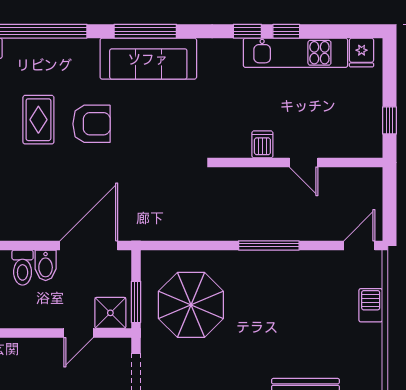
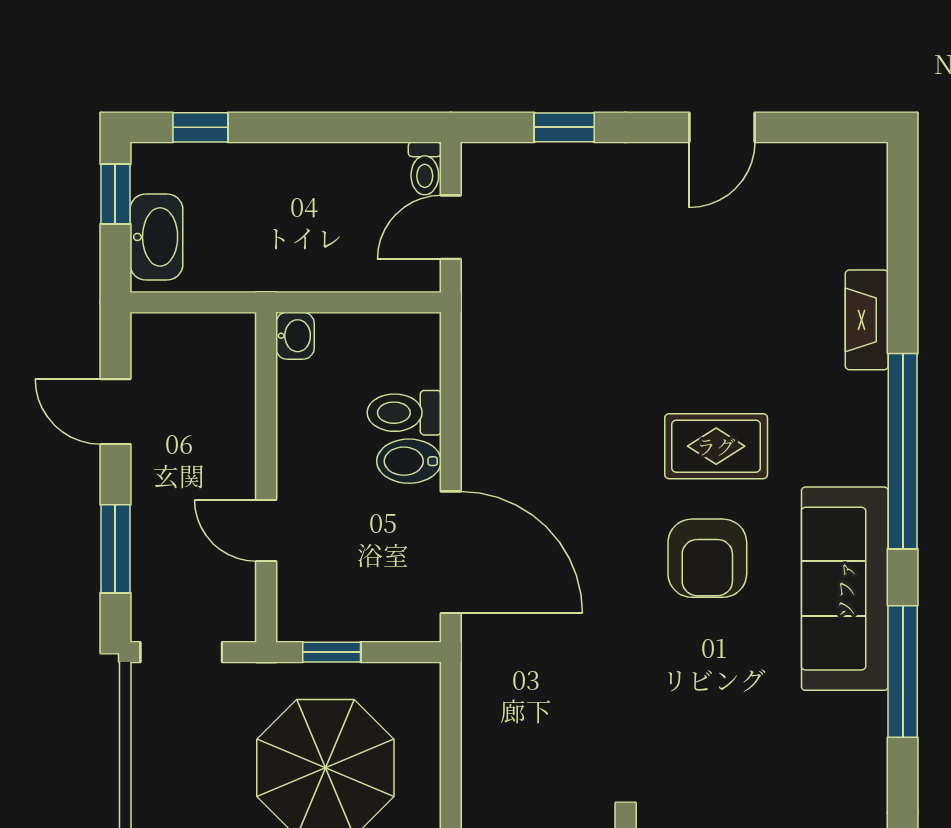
sofa: (148, 59) -> (845, 589), moved
window: (136, 302) -> (332, 652), width x0.67
shower: (110, 313) -> (309, 598), removed

